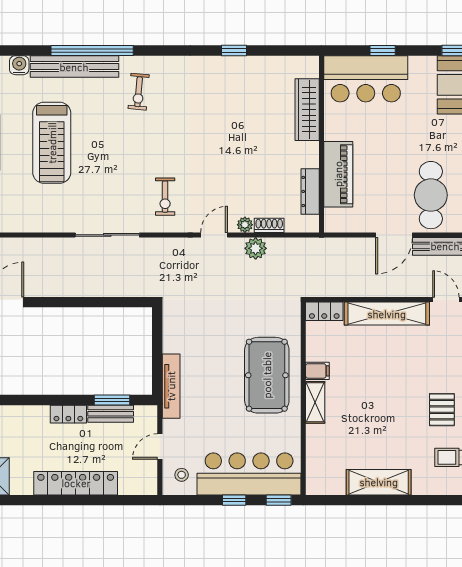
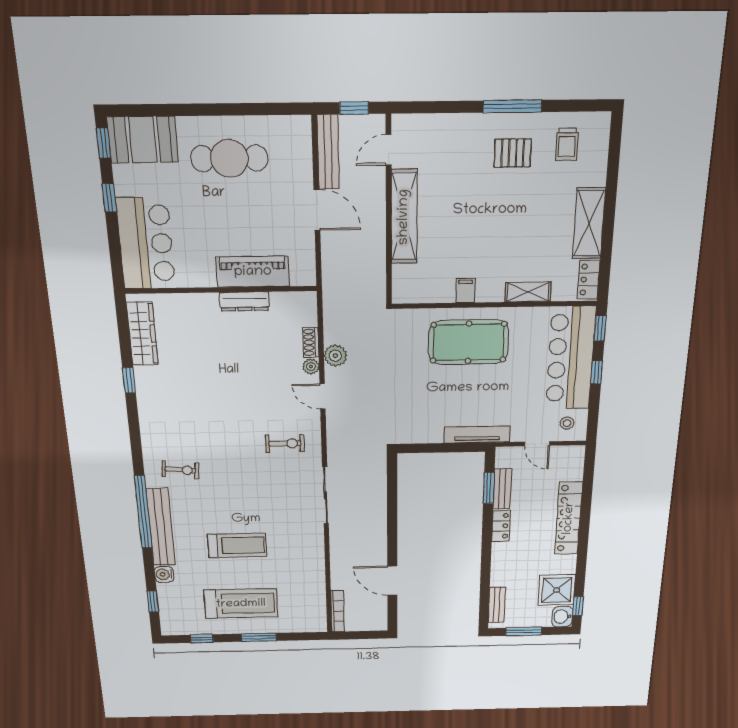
window: (383, 51) -> (109, 198), moved
wardrobe: (307, 110) -> (142, 334), moved, turned -90
treadmill: (52, 143) -> (237, 545), width x0.73, depth x0.73
dresser: (310, 191) -> (244, 301), moved
cafe table: (431, 195) -> (229, 158), moved
locker: (324, 311) -> (589, 279), moved, turned 180
shelving: (315, 402) -> (528, 292), moved

